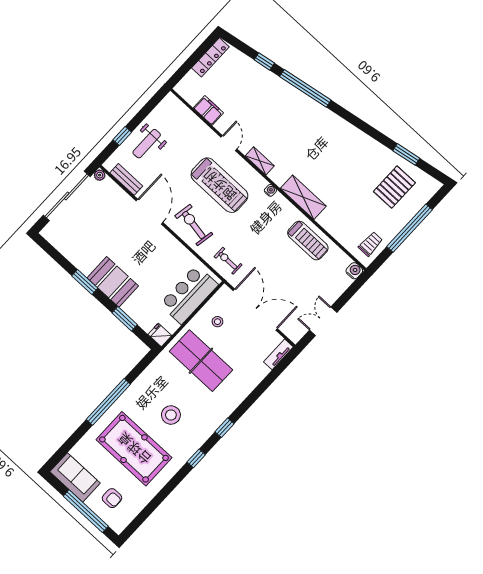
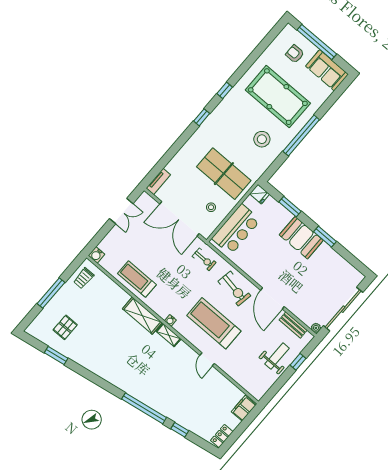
locker: (210, 57) -> (222, 436), width x0.66
filing cabinet: (208, 110) -> (244, 408), moved, turned 90
shelving: (260, 161) -> (169, 335), moved
pallet: (394, 187) -> (65, 327), width x0.67, depth x0.71
window: (409, 228) -> (51, 293), width x0.68
stool: (171, 415) -> (262, 139), moved

